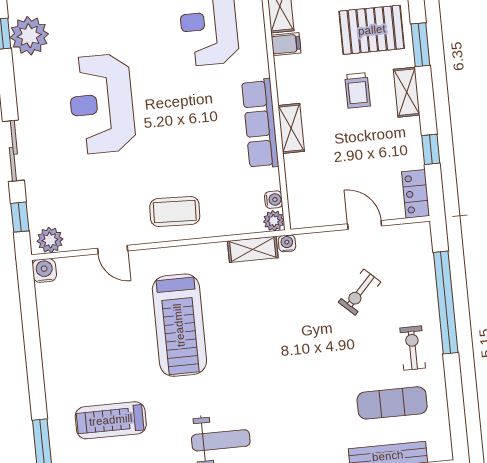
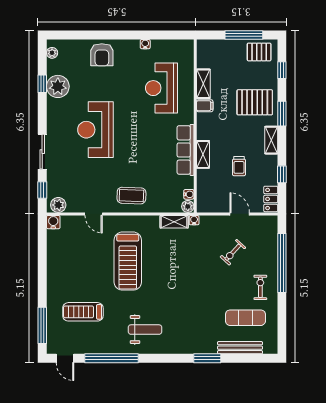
trolley: (357, 90) -> (239, 166), moved

